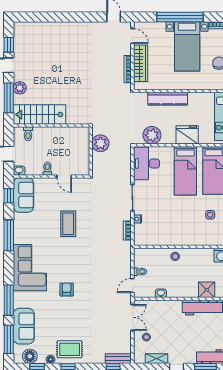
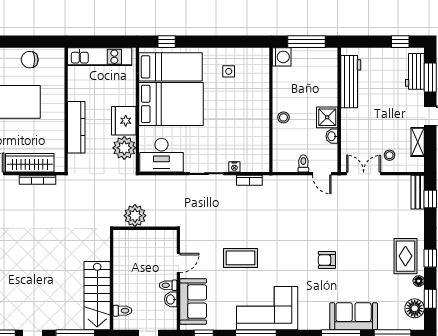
plant: (20, 88) -> (62, 322), removed
fridge: (187, 135) -> (124, 121), moved
washbasin: (19, 171) -> (171, 299), moved
bed: (185, 171) -> (171, 104), width x1.50
sofa: (23, 195) -> (193, 302), moved, turned 90
corner sofa: (30, 268) -> (267, 308), moved
shower: (207, 290) -> (327, 117), moved
sofa: (24, 326) -> (354, 316), moved

